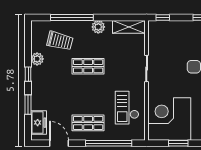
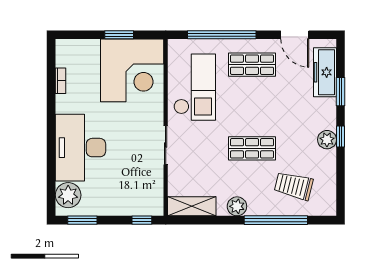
plant: (37, 59) -> (327, 140), moved
checkout: (127, 108) -> (195, 87), width x1.36, depth x1.21
freezer: (39, 123) -> (325, 72), width x1.40

